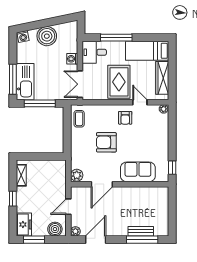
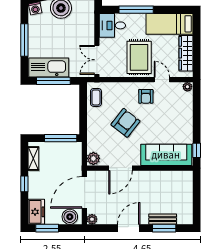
washing machine: (72, 59) -> (88, 32), removed
window: (13, 79) -> (24, 40), moved
kitchen sink: (25, 82) -> (49, 68), moved, turned -90
armchair: (106, 142) -> (125, 123), turned 128
window: (47, 156) -> (61, 138), added
sofa: (138, 172) -> (166, 155), width x1.36
door: (68, 207) -> (84, 192), width x1.87
door: (96, 240) -> (129, 228), moved
window: (142, 240) -> (164, 228), width x0.69

